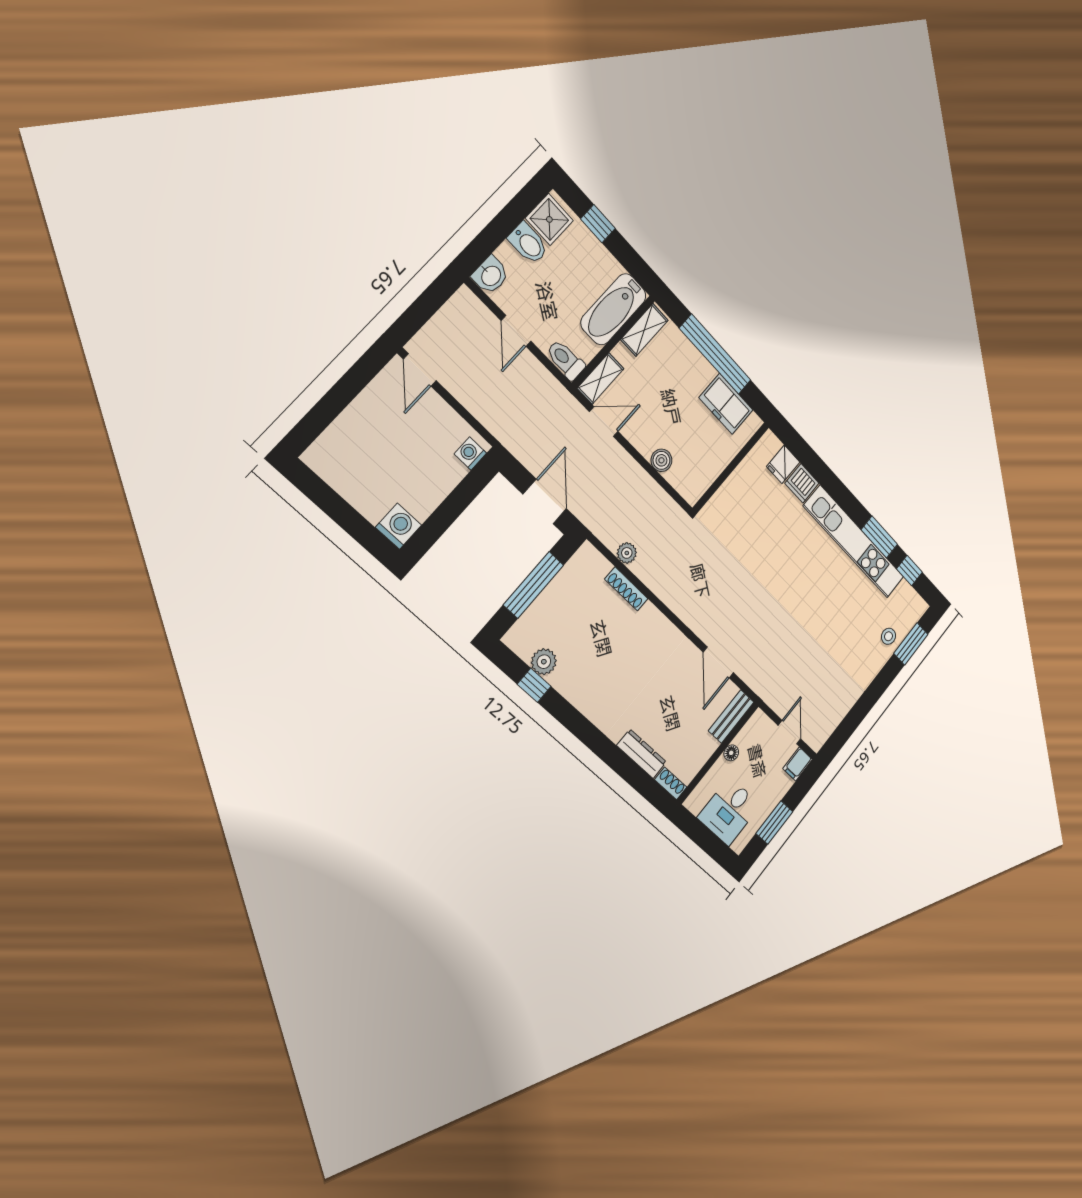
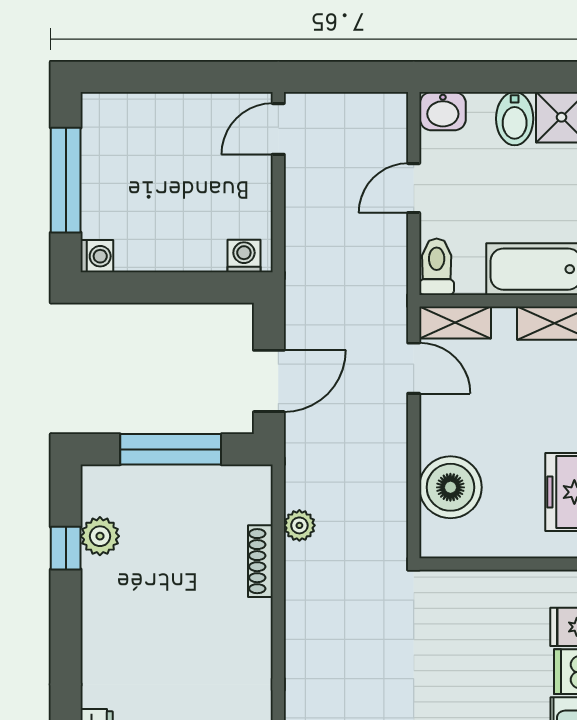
boiler: (661, 460) -> (450, 487), width x1.86, depth x1.86
window: (341, 512) -> (66, 180), added
washing machine: (398, 526) -> (97, 256), width x0.73, depth x0.73

